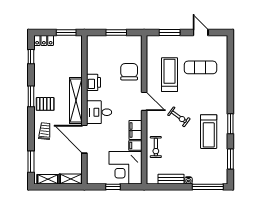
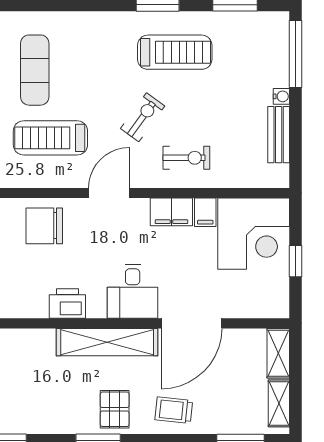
exercise bike: (156, 147) -> (186, 158), moved

